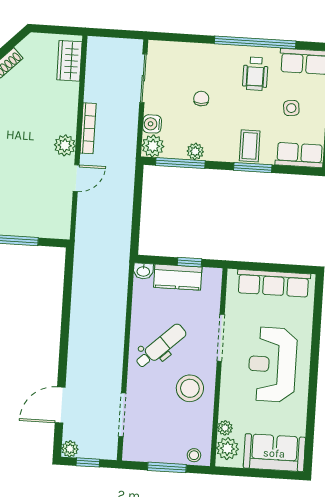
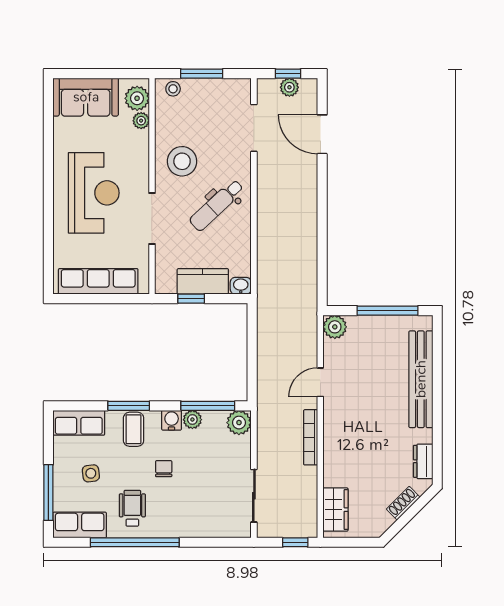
window: (108, 33) -> (295, 542), added
chair: (201, 99) -> (164, 469), moved, turned 180
water cooler: (152, 124) -> (172, 420), moved, turned -90
plant: (65, 145) -> (335, 327), moved
door: (60, 405) -> (322, 134), swing flipped
plant: (70, 449) -> (289, 87), moved

